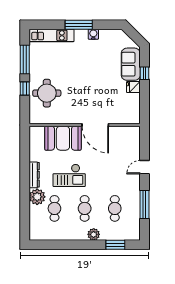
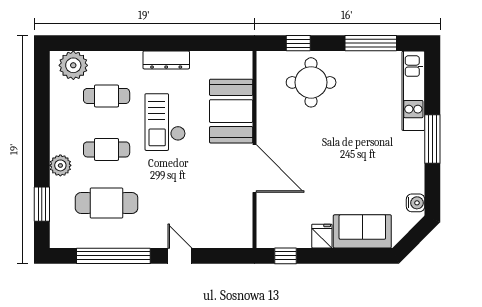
water cooler: (93, 34) -> (416, 203), moved
window: (145, 73) -> (285, 256), moved
window: (25, 88) -> (298, 43), moved
door: (95, 125) -> (255, 168), swing flipped
plant: (37, 197) -> (73, 65), moved
window: (145, 205) -> (113, 256), width x1.46
cafe table: (115, 208) -> (107, 203), width x1.37, depth x1.35

